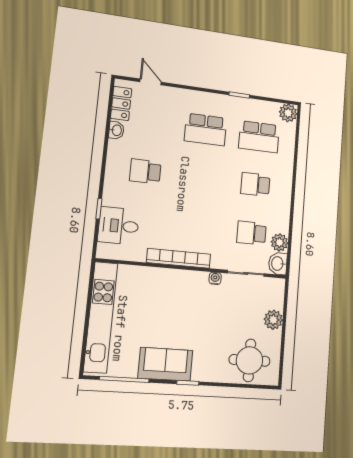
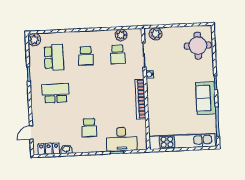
school desk: (206, 130) -> (56, 93), turned -90
desk: (119, 226) -> (122, 139), width x1.37
washbasin: (278, 264) -> (135, 35), removed
plant: (273, 320) -> (156, 34), moved

